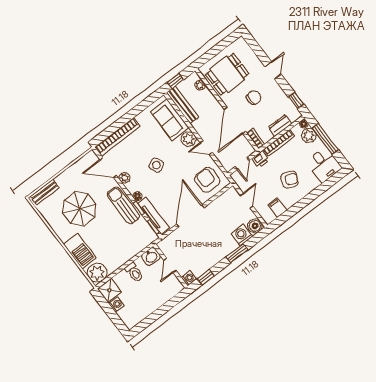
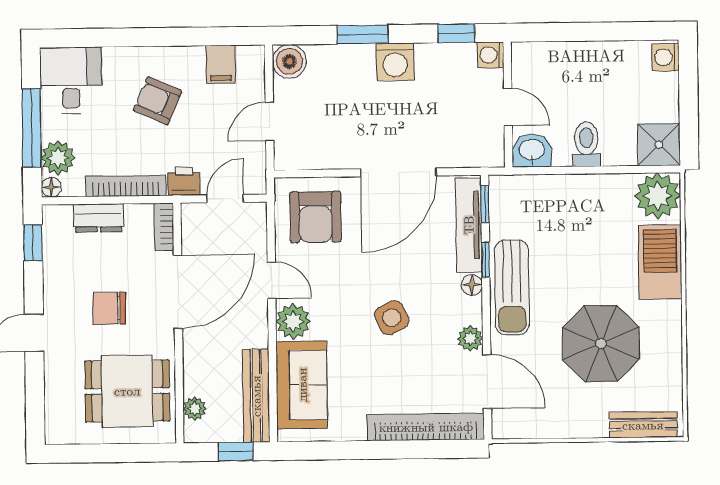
washing machine: (242, 235) -> (395, 62), moved
door: (170, 265) -> (508, 107), hinge flipped
washing machine: (116, 305) -> (665, 57), moved

